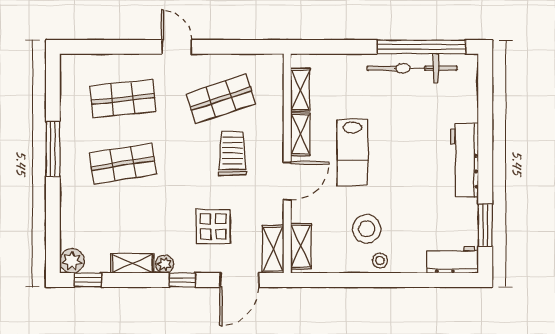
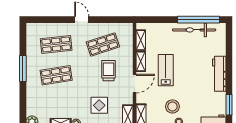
lab bench: (352, 153) -> (166, 70), turned 180

